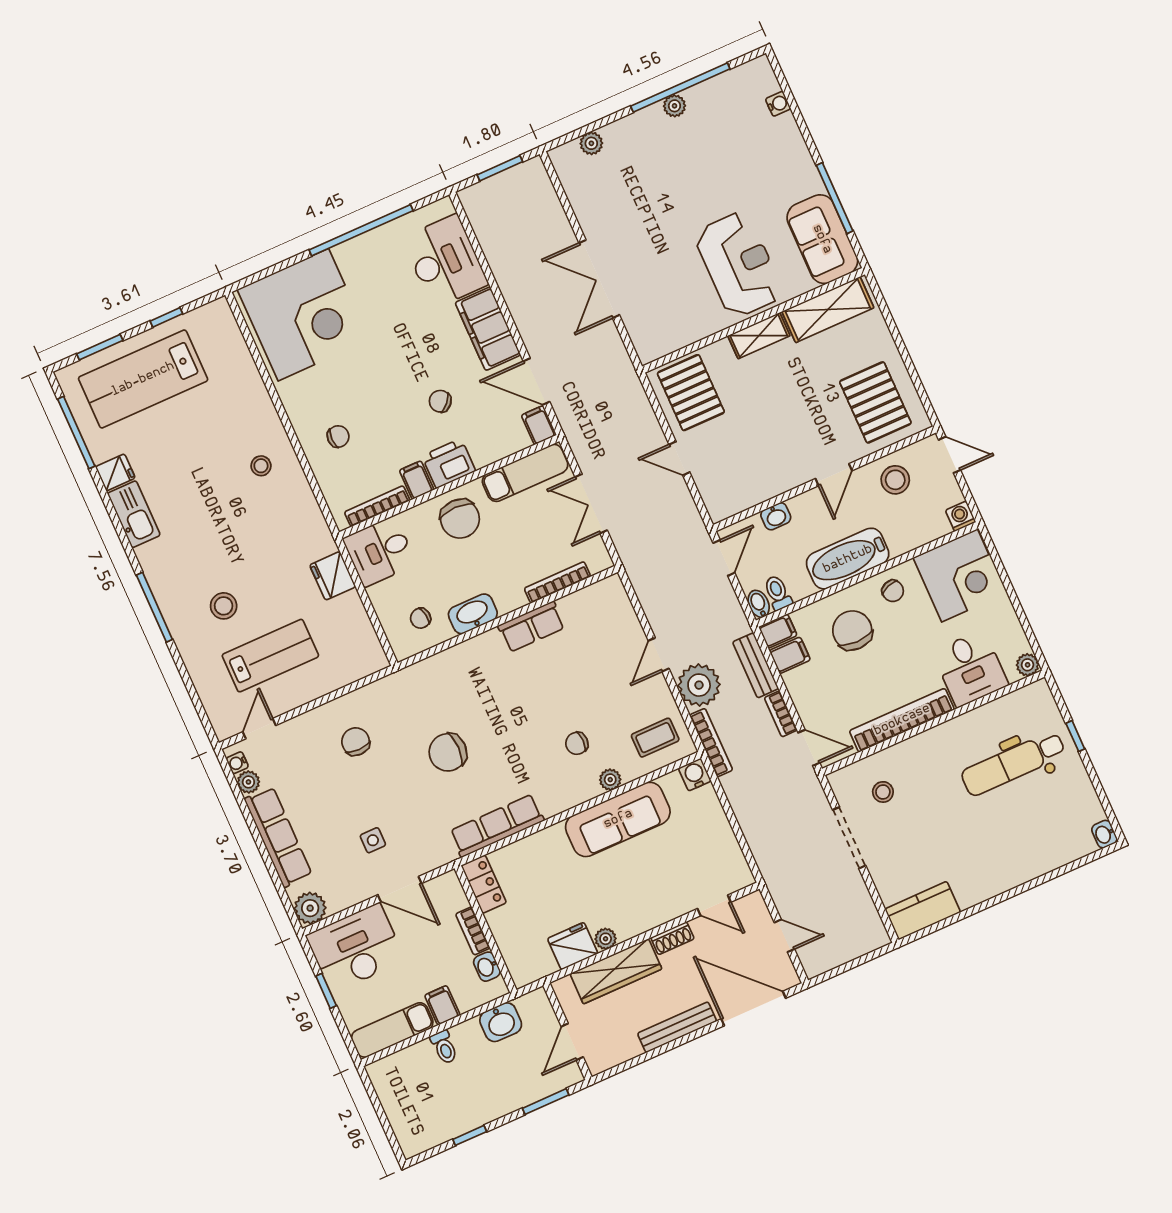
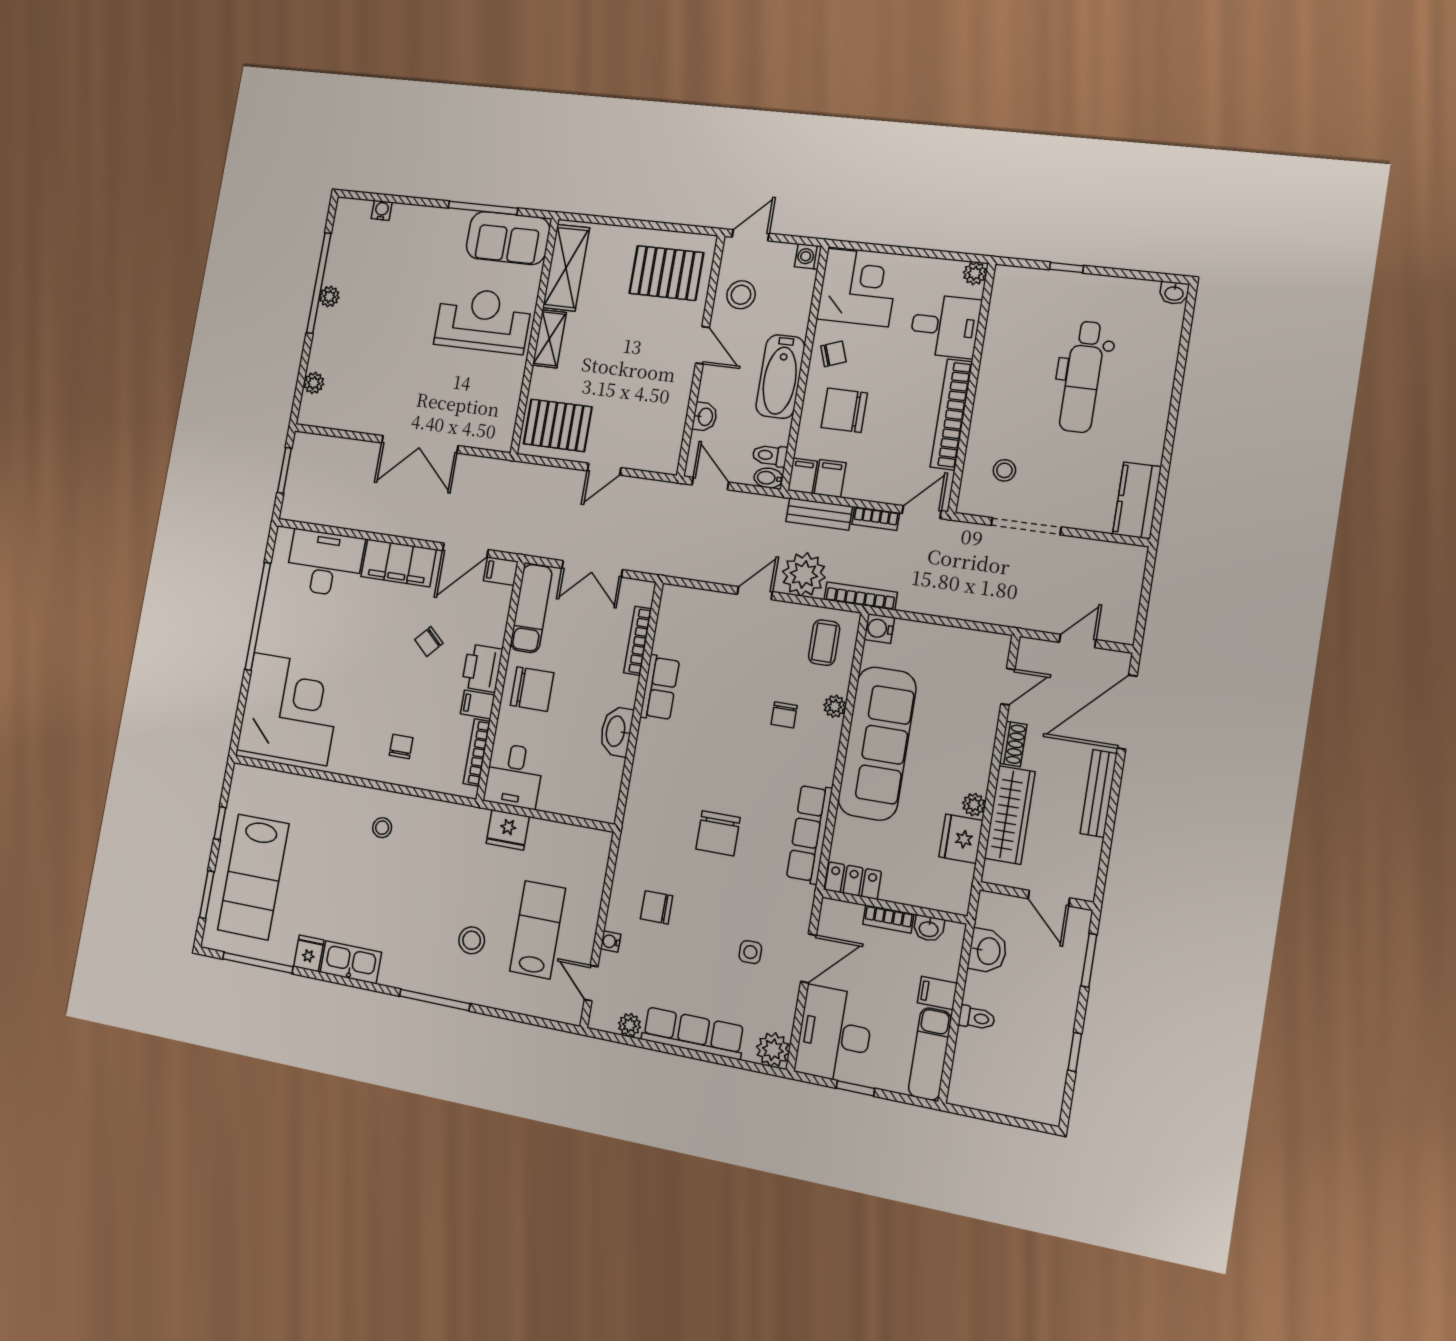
chair: (421, 618) -> (591, 779), removed
door: (659, 655) -> (755, 593), swing flipped
water cooler: (237, 763) -> (611, 942), moved, turned 90
dental chair: (1013, 763) -> (1083, 377), moved
sofa: (618, 819) -> (877, 743), width x1.36, depth x1.27

